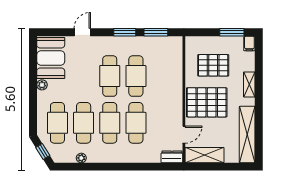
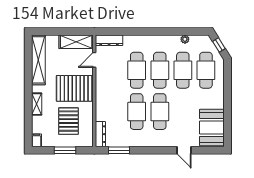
door: (82, 32) -> (184, 150), hinge flipped
window: (125, 32) -> (147, 150), removed
window: (232, 32) -> (65, 150), moved
dresser: (177, 50) -> (100, 134), added
pallet: (213, 65) -> (68, 121), turned 90
plant: (42, 85) -> (220, 104), removed
dresser: (172, 157) -> (109, 40), width x1.44

